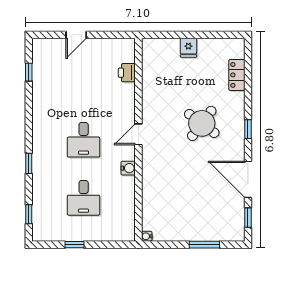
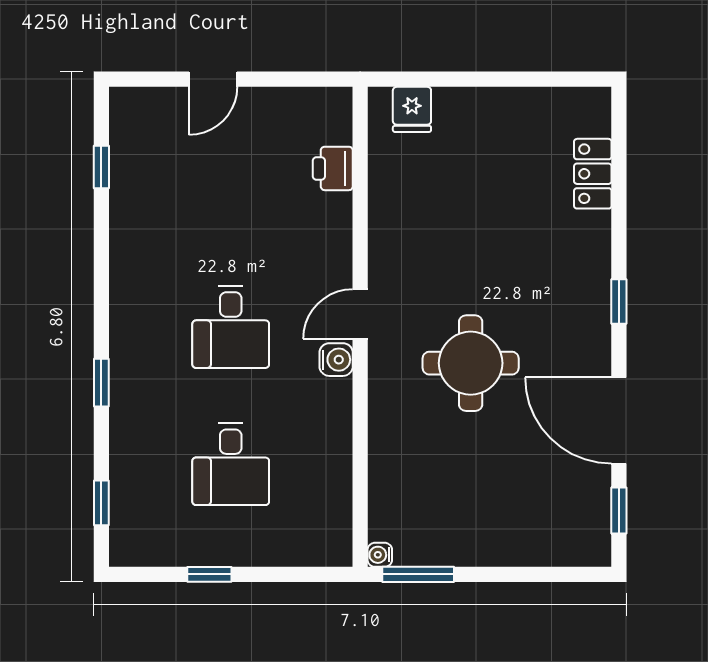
fridge: (188, 48) -> (412, 109), moved
round table: (202, 123) -> (471, 363), moved, turned -37
water cooler: (128, 168) -> (336, 360), moved
window: (204, 245) -> (418, 574), moved

